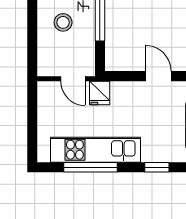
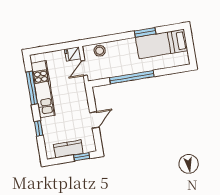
stool: (63, 22) -> (100, 51), moved
fridge: (100, 93) -> (73, 54), moved

